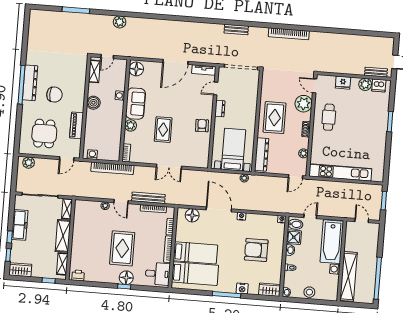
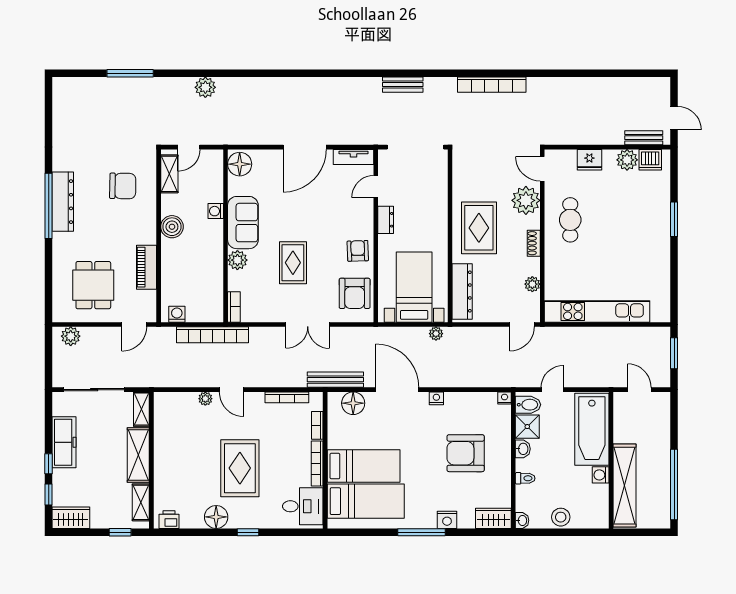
chair: (54, 95) -> (123, 186), moved
armchair: (198, 151) -> (355, 293), added
bench: (148, 198) -> (335, 380), moved
floor lamp: (126, 278) -> (216, 517), moved

